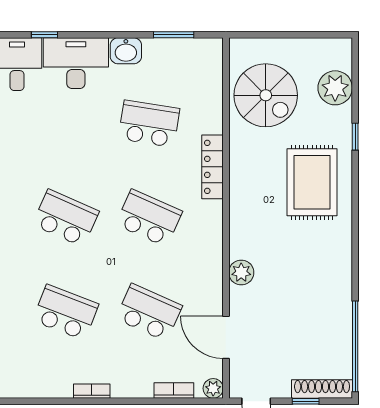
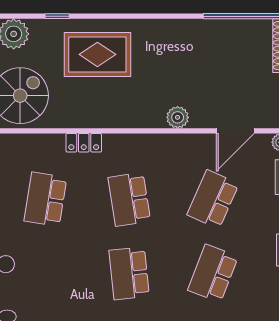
locker: (213, 167) -> (84, 143), width x0.66
school desk: (66, 218) -> (129, 273), turned -30
school desk: (149, 218) -> (129, 199), turned -33

